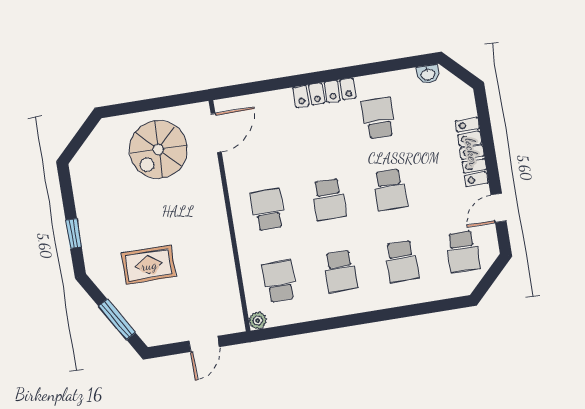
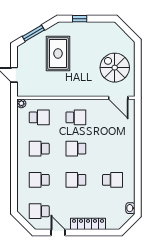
locker: (324, 93) -> (130, 155), removed
rug: (149, 265) -> (58, 53), width x1.36, depth x1.43

